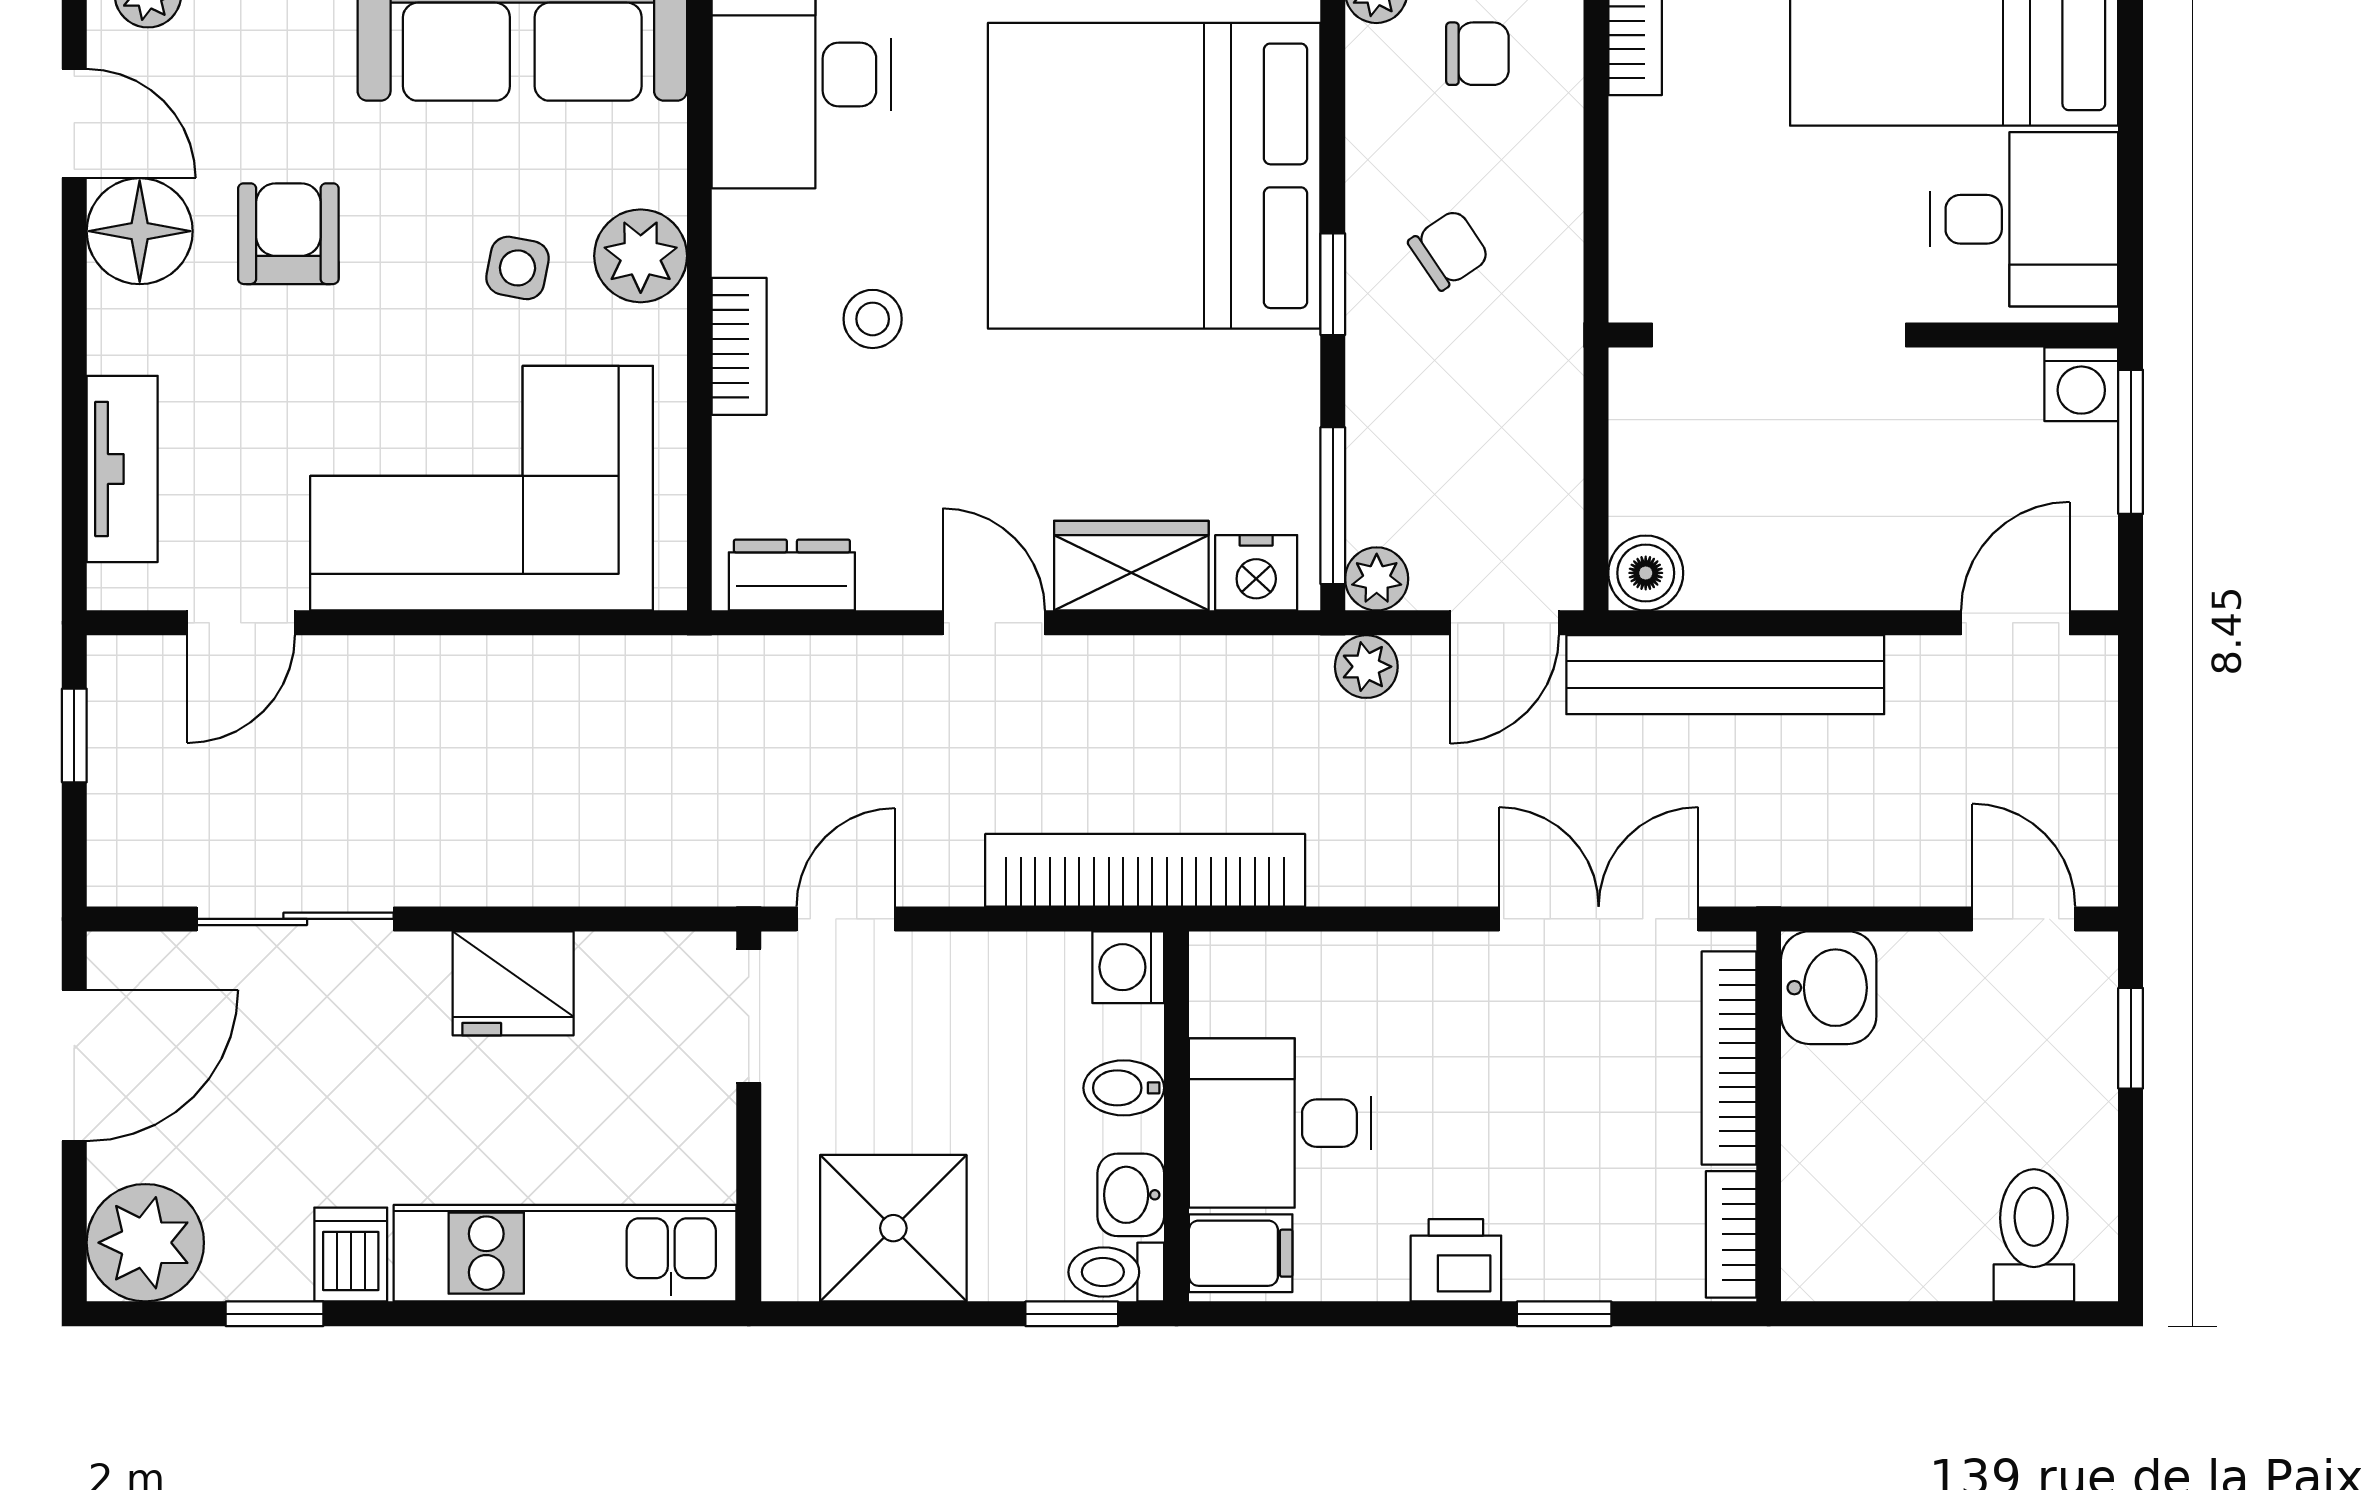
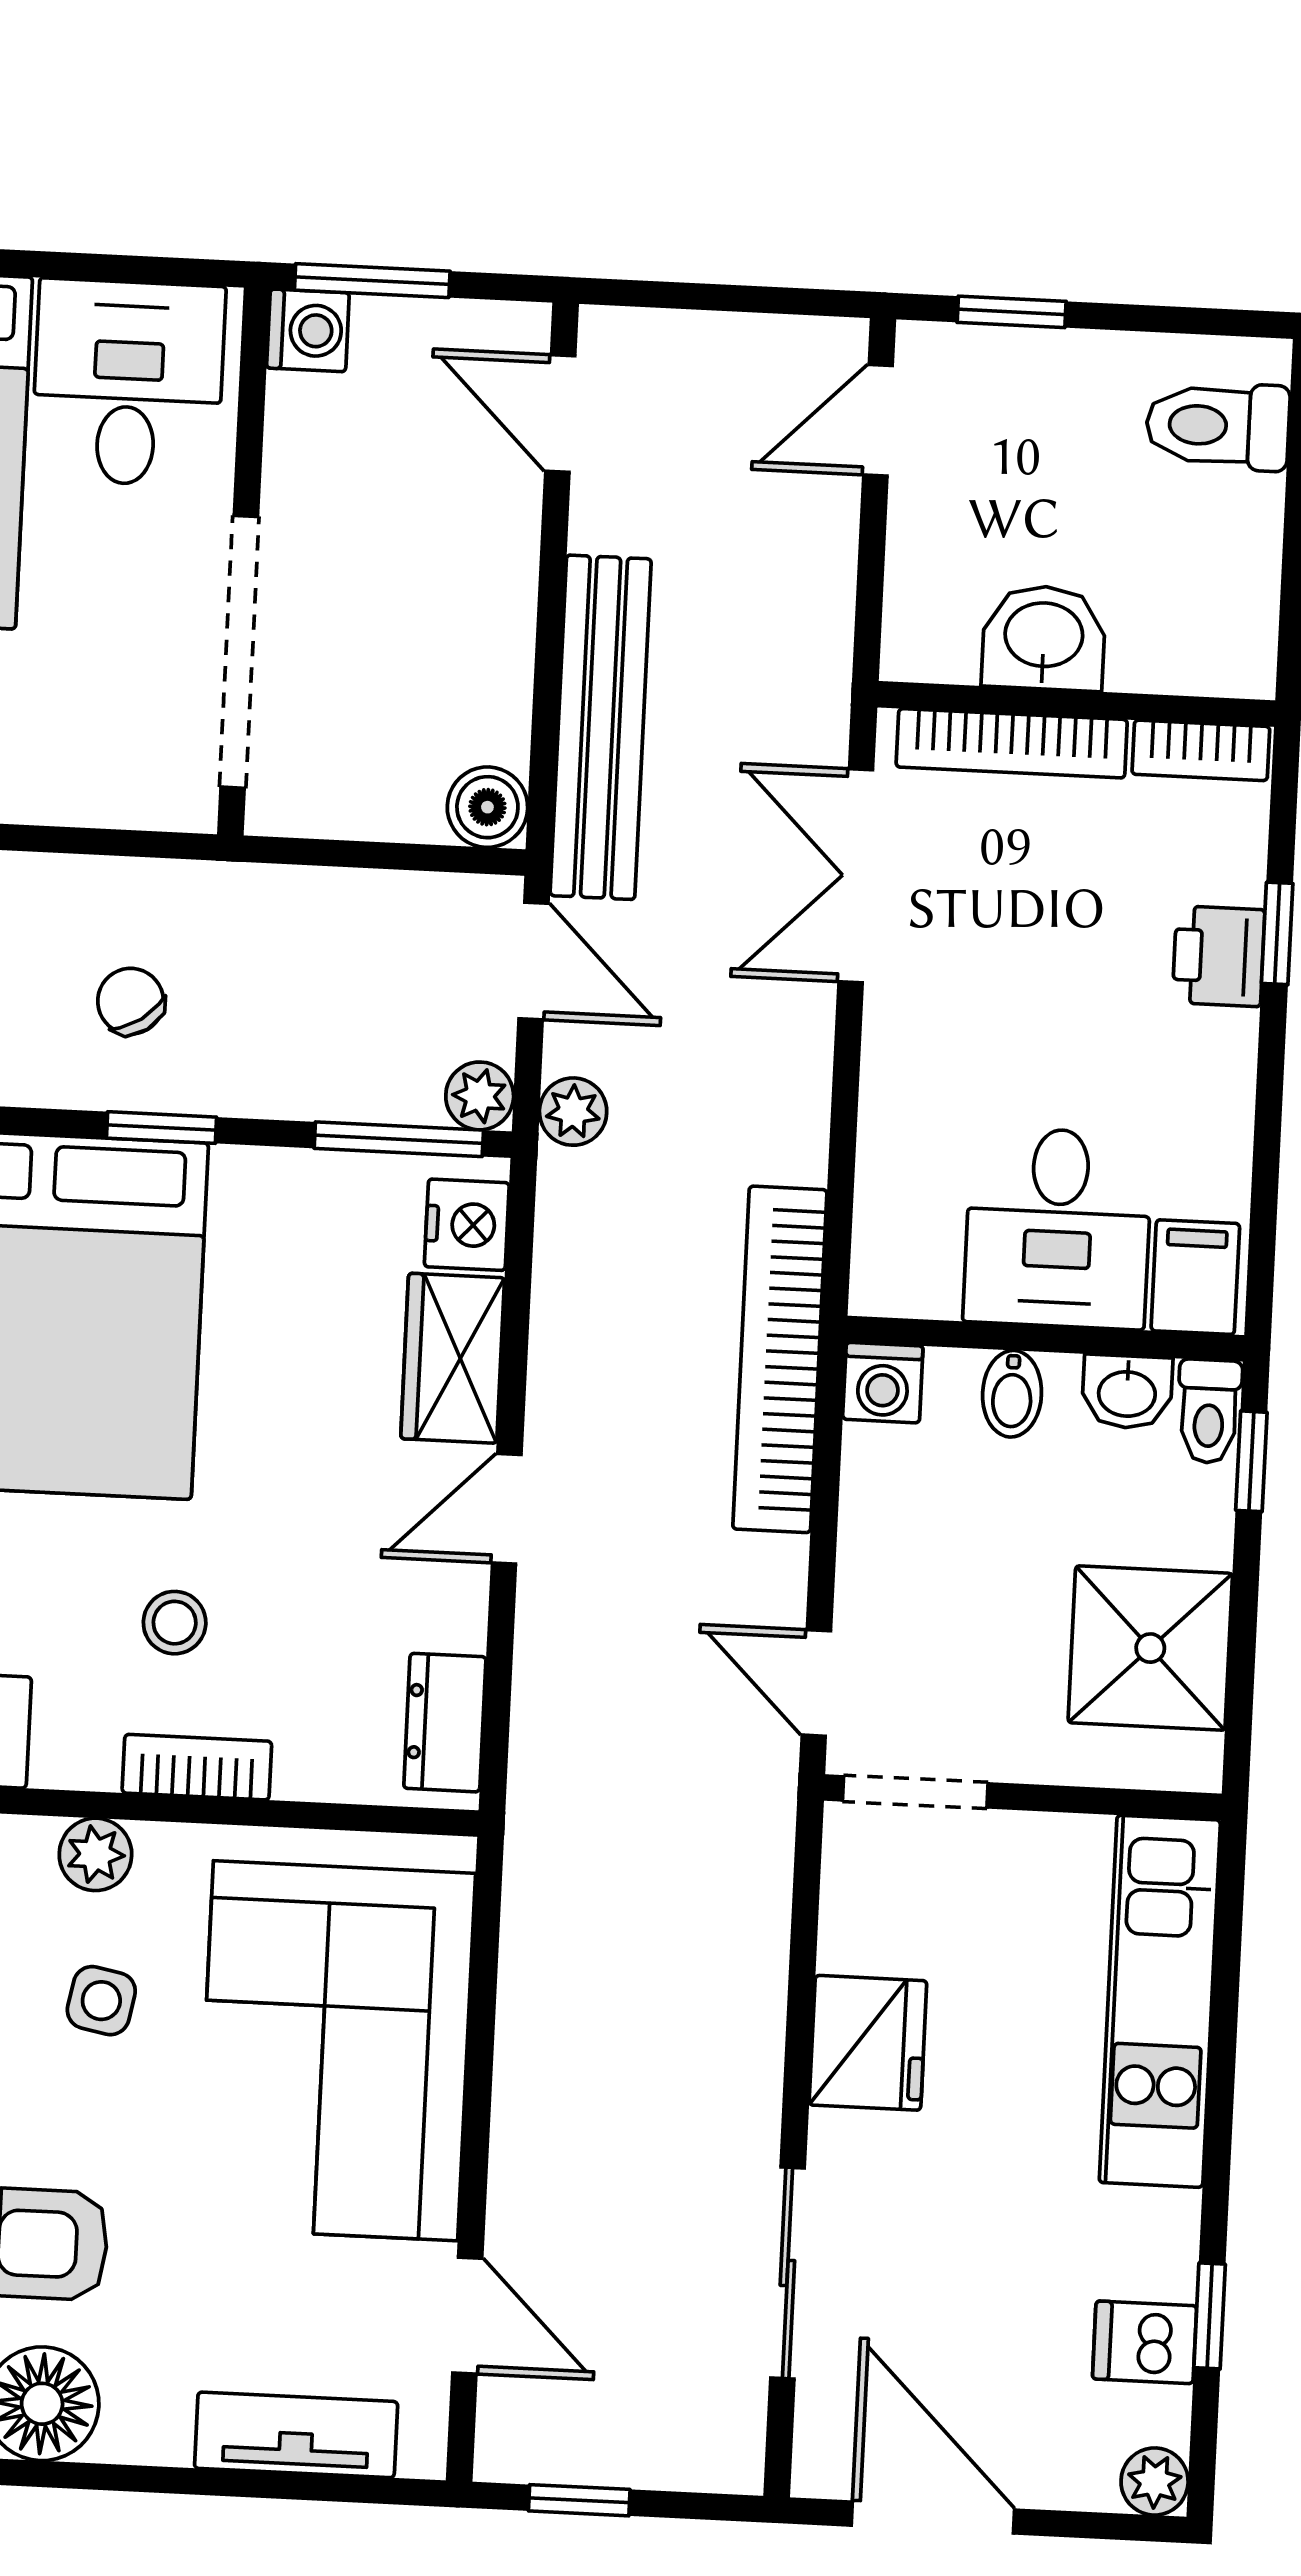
plant: (641, 256) -> (95, 1854), width x0.73, depth x0.73
washbasin: (1829, 988) -> (1044, 638), moved
plant: (145, 1243) -> (1155, 2481), width x0.53, depth x0.53
dishwasher: (351, 1254) -> (1145, 2342), moved
printer: (1456, 1260) -> (1219, 956), moved

